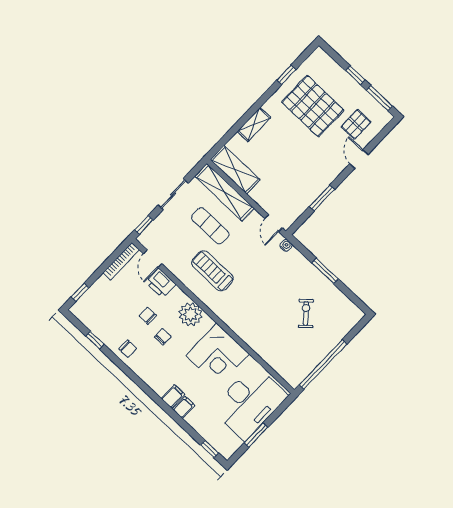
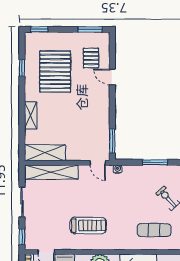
window: (355, 75) -> (39, 29), moved
pallet: (313, 106) -> (55, 72), turned 90
window: (322, 198) -> (112, 141), moved
exercise mat: (210, 226) -> (154, 230), moved
treadmill: (212, 271) -> (88, 225), turned 180

